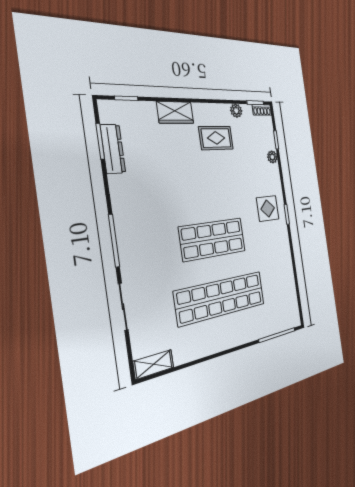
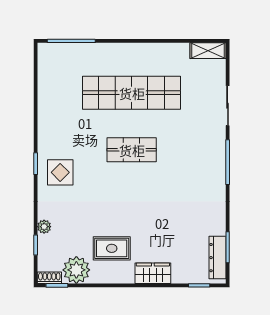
plant: (236, 111) -> (76, 270), width x1.87, depth x1.87
dresser: (113, 149) -> (217, 258), moved
shop shelf: (213, 239) -> (132, 150), width x0.70, depth x0.74

